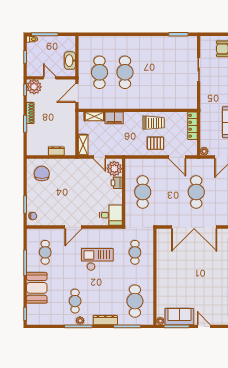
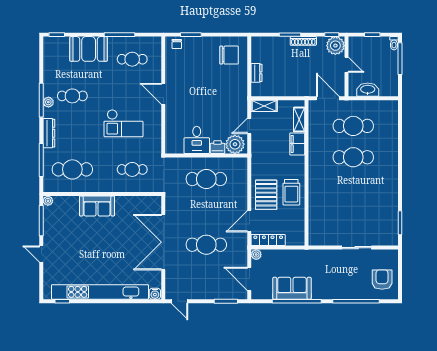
door: (50, 78) -> (346, 65), hinge flipped
locker: (192, 126) -> (268, 240), moved
pallet: (156, 143) -> (266, 195), width x1.50, depth x1.42
desk: (111, 215) -> (197, 140), moved
checkout: (97, 259) -> (123, 123), turned 90
sofa: (179, 317) -> (97, 206), moved, turned 90
door: (204, 326) -> (41, 254), swing flipped

